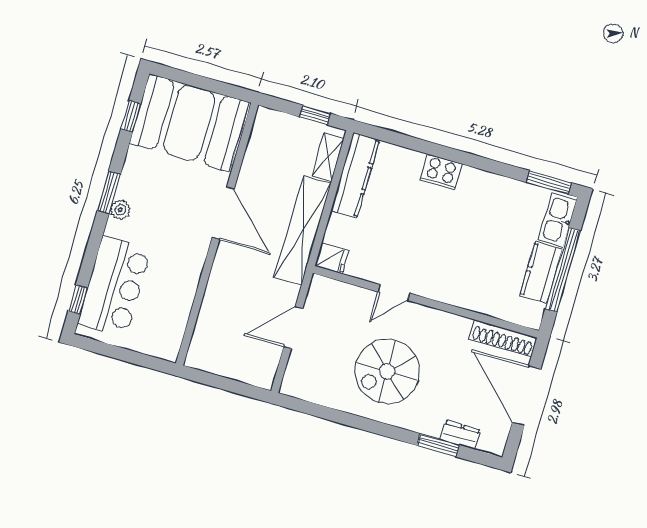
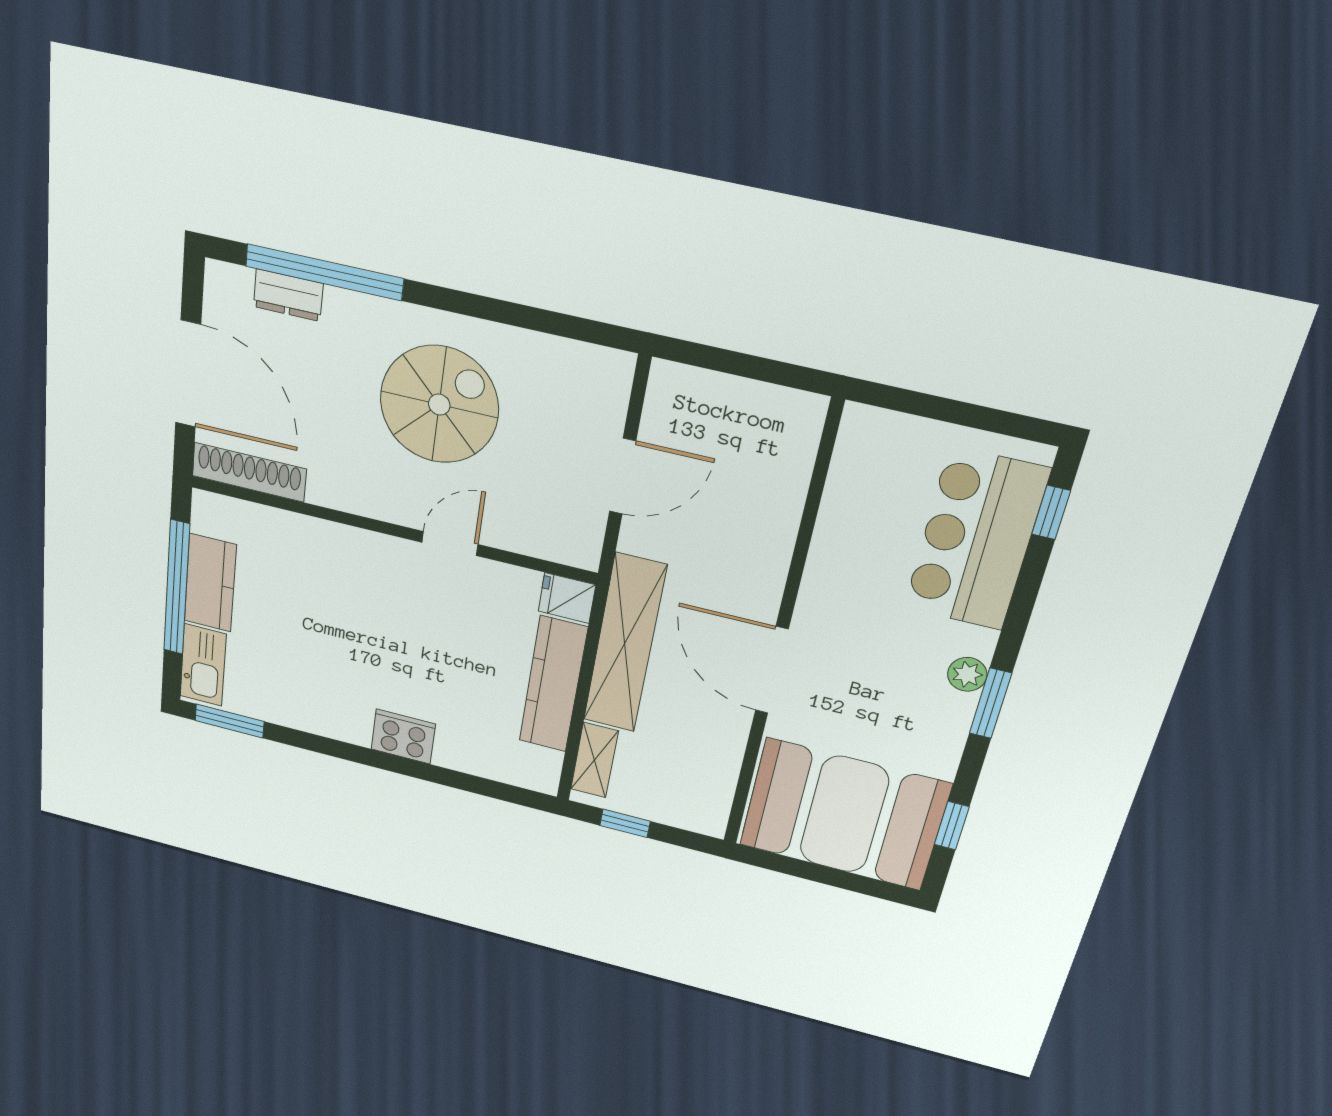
kitchen counter: (355, 175) -> (553, 684), moved
window: (438, 445) -> (324, 272), width x2.11

